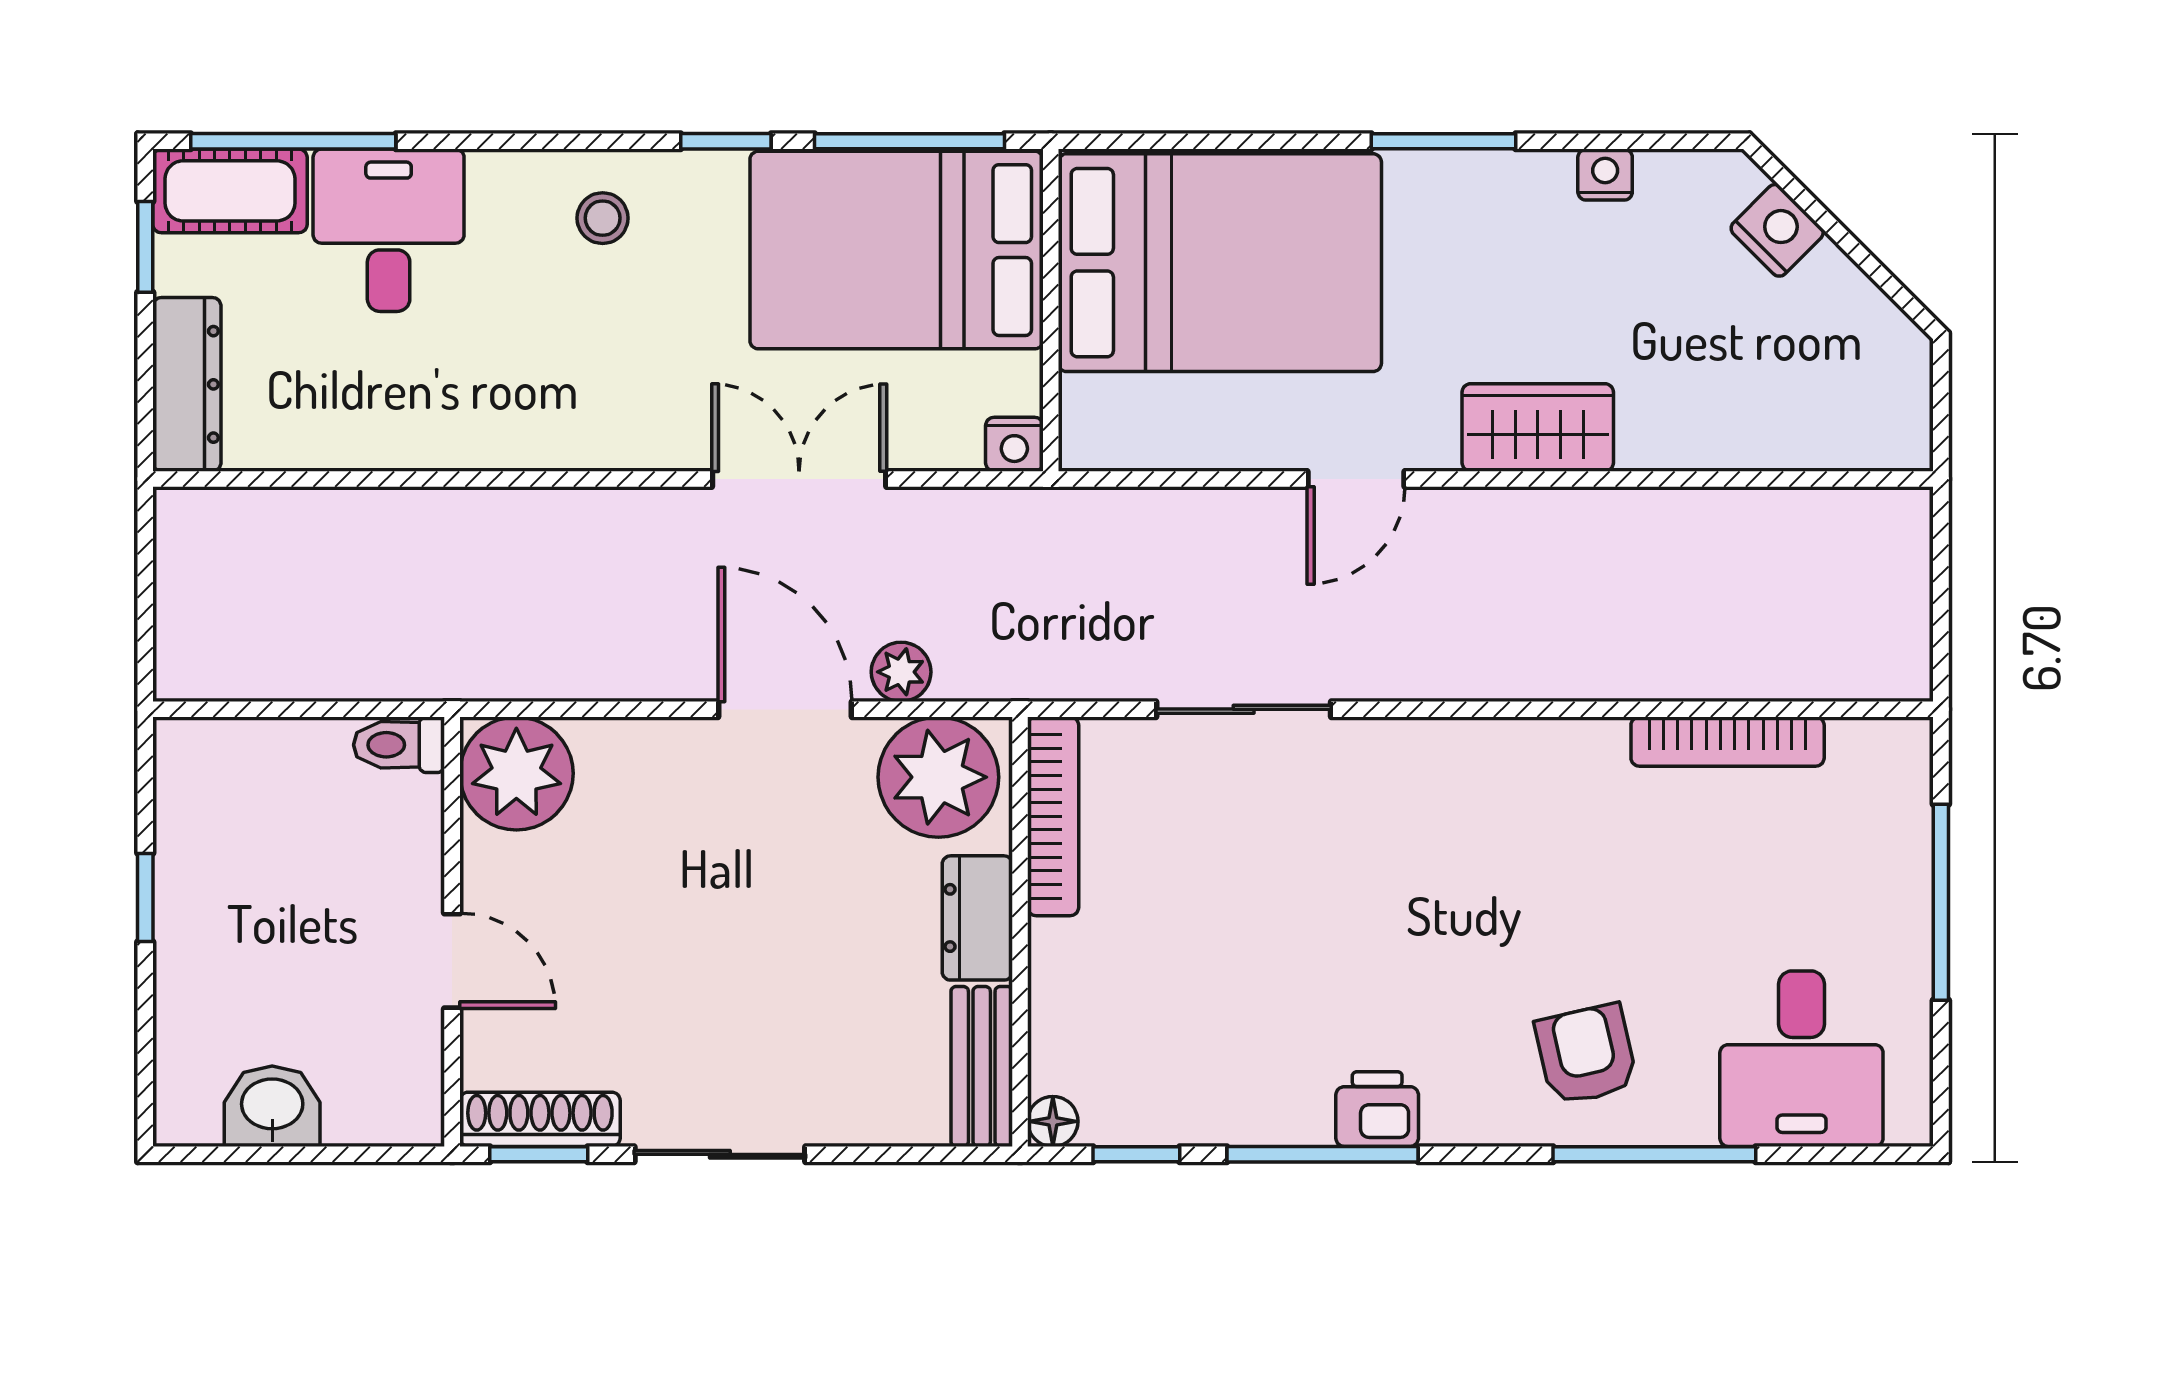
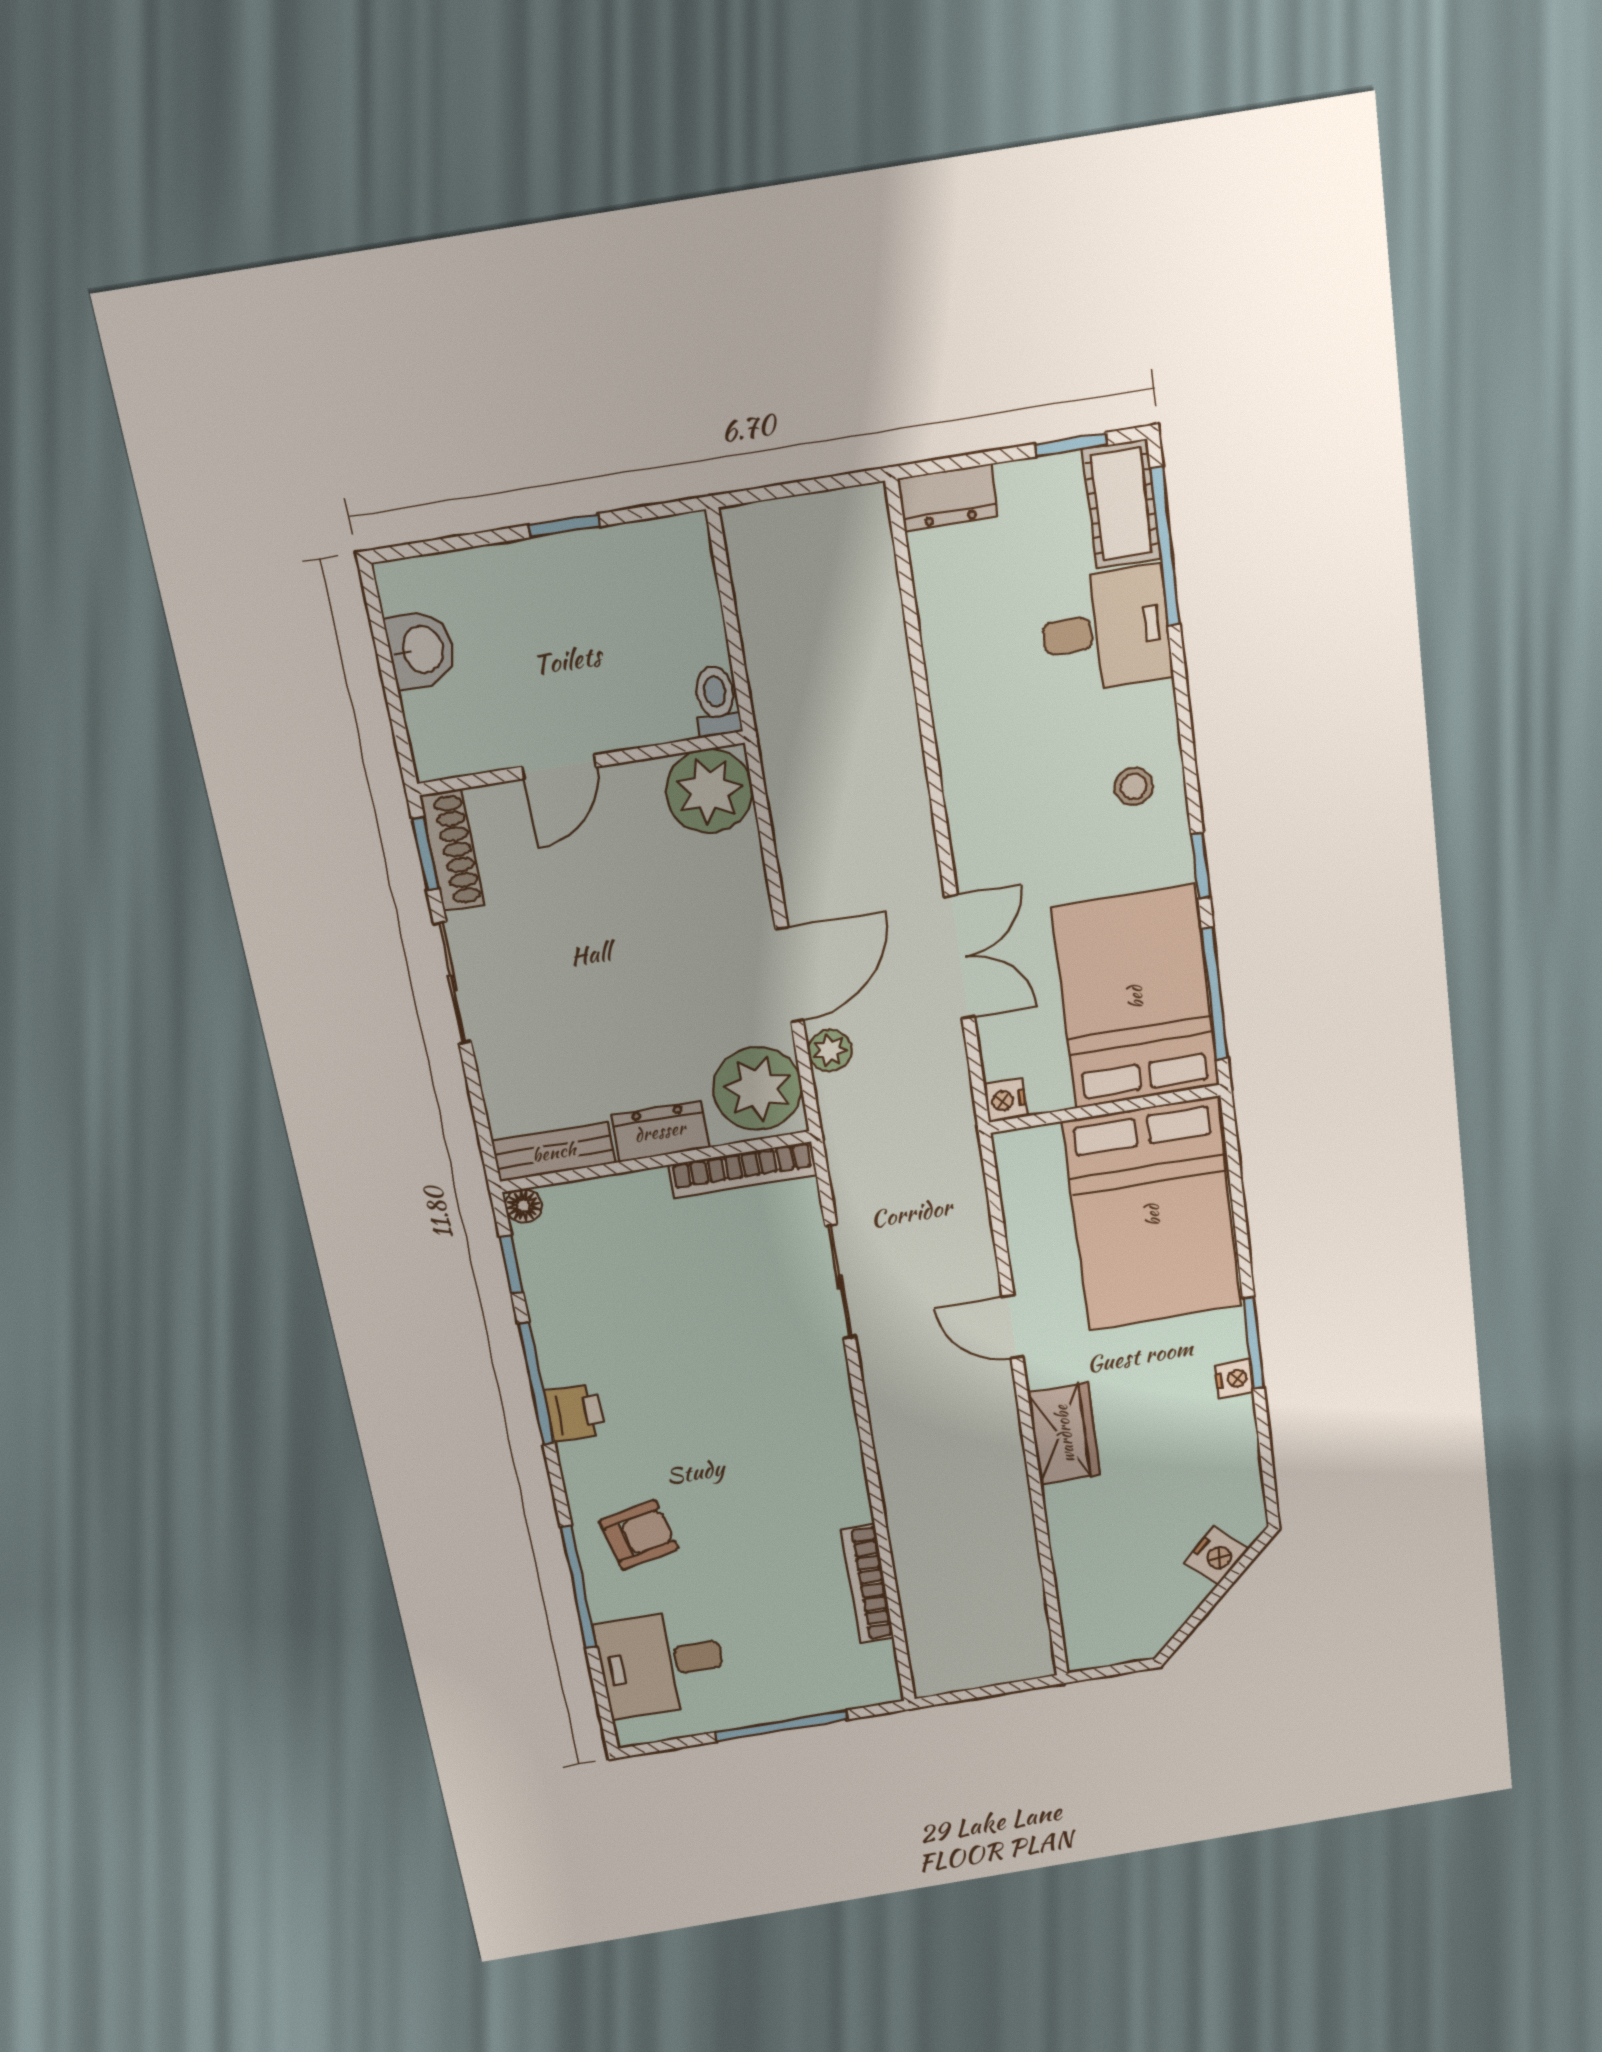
nightstand: (1605, 175) -> (1234, 1379), moved
dresser: (187, 384) -> (948, 498), width x0.70

